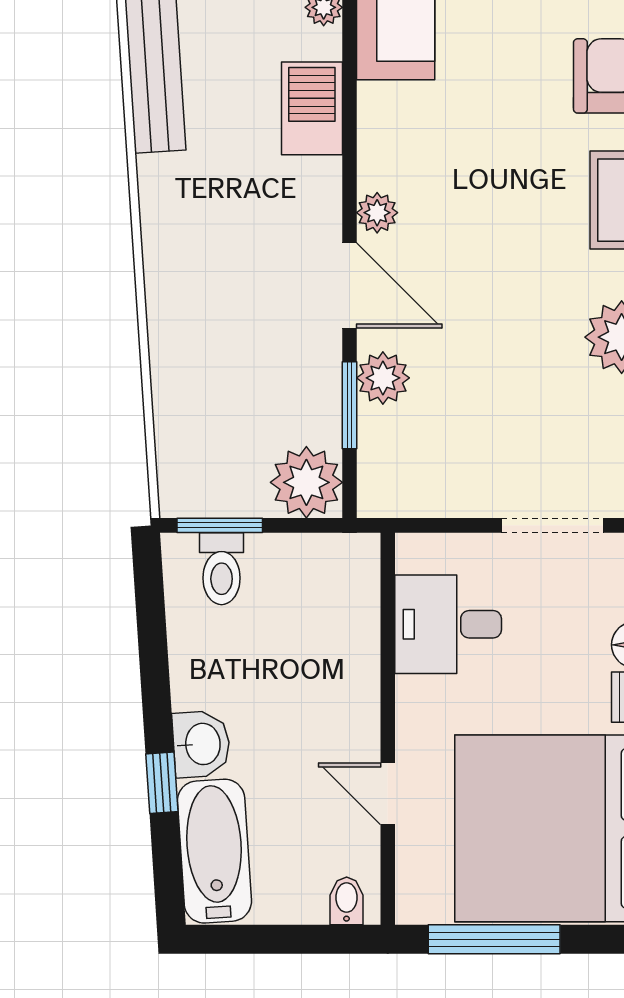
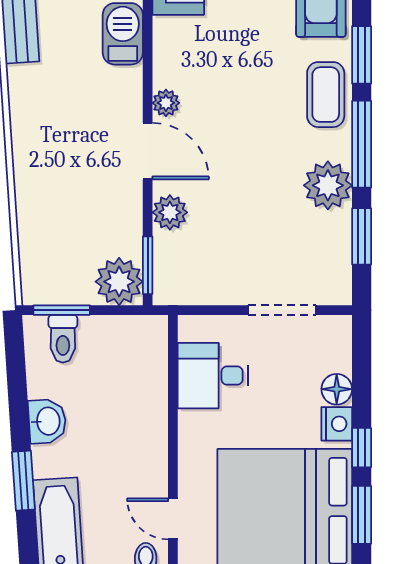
window: (349, 405) -> (148, 265), moved
washbasin: (201, 744) -> (47, 421), moved
window: (162, 783) -> (23, 481), width x1.50
door: (388, 794) -> (173, 519), moved

